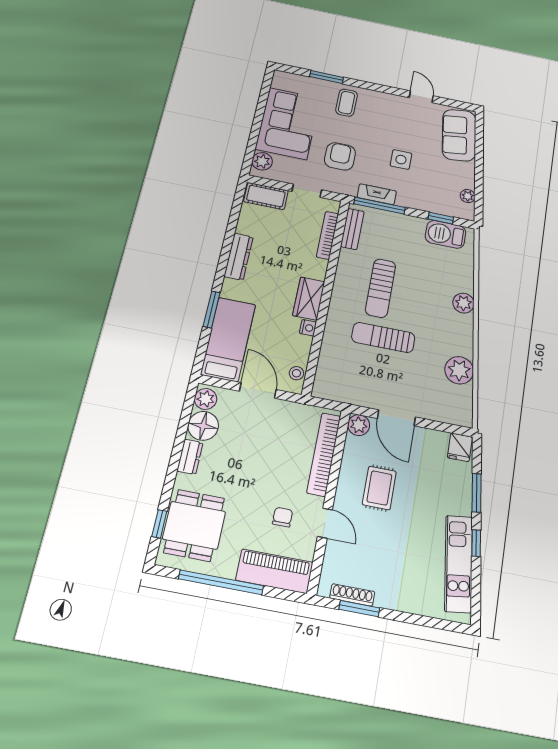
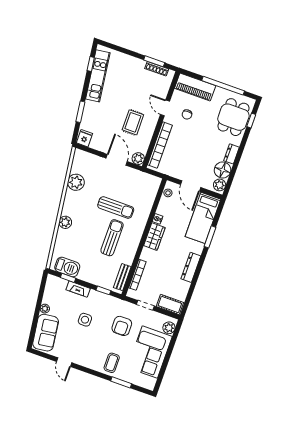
fireplace: (377, 194) -> (78, 289), moved
plant: (468, 196) -> (45, 309), moved
window: (380, 206) -> (103, 290), width x0.46
window: (476, 543) -> (91, 64), moved

